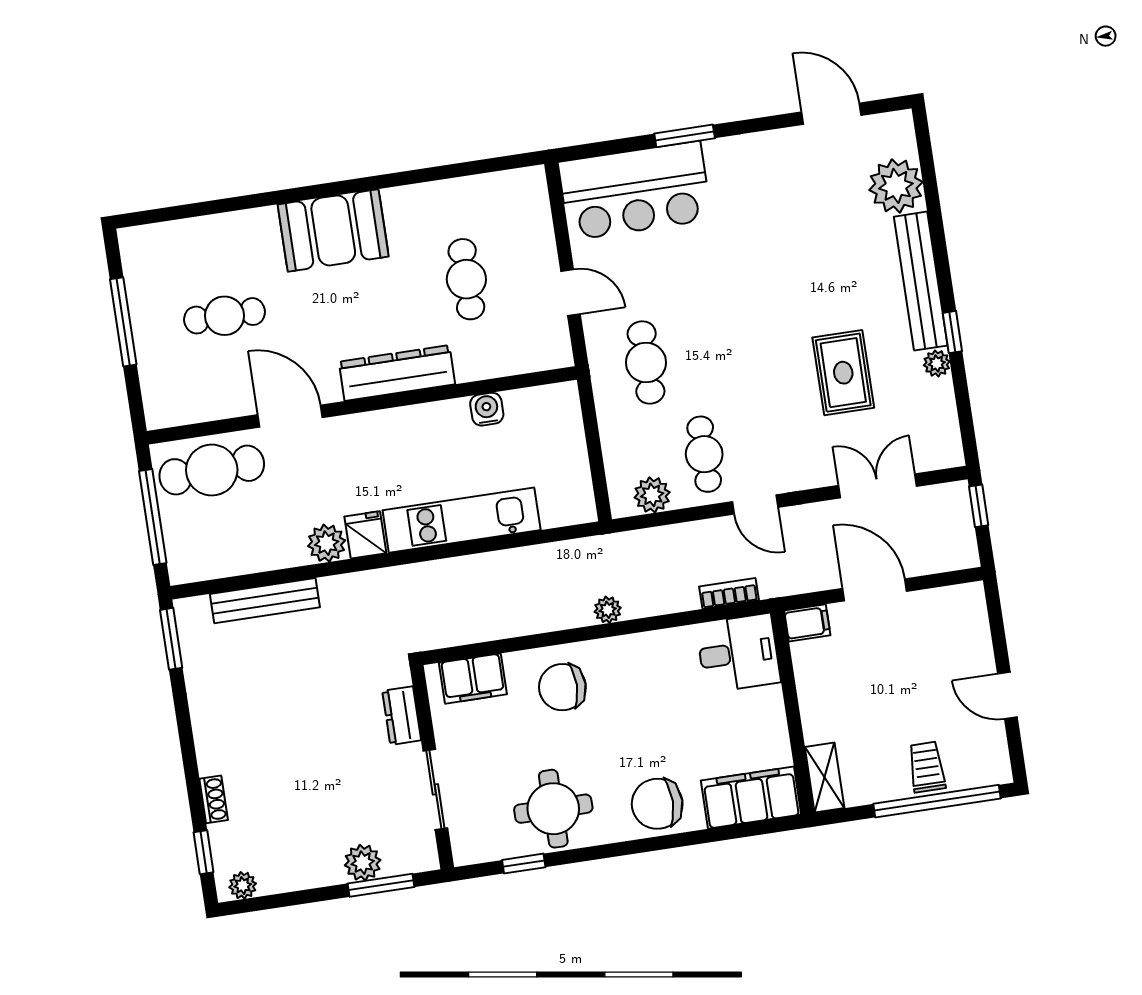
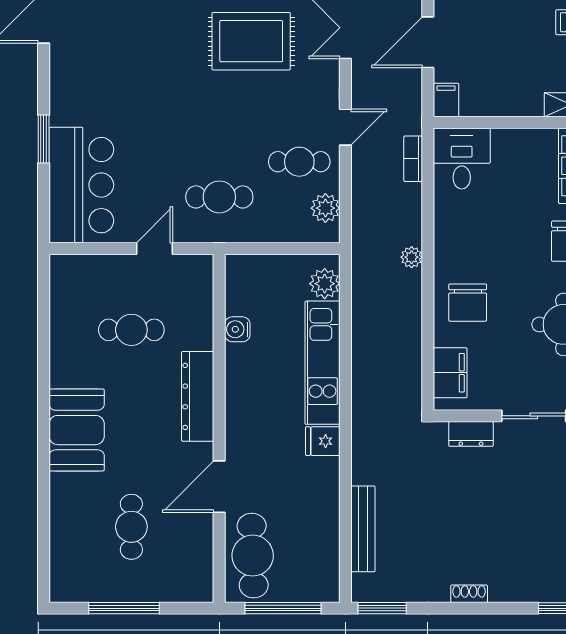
rug: (843, 373) -> (251, 41), width x1.36, depth x1.43
plant: (327, 543) -> (325, 284), moved
shoe rack: (214, 799) -> (469, 594), moved

